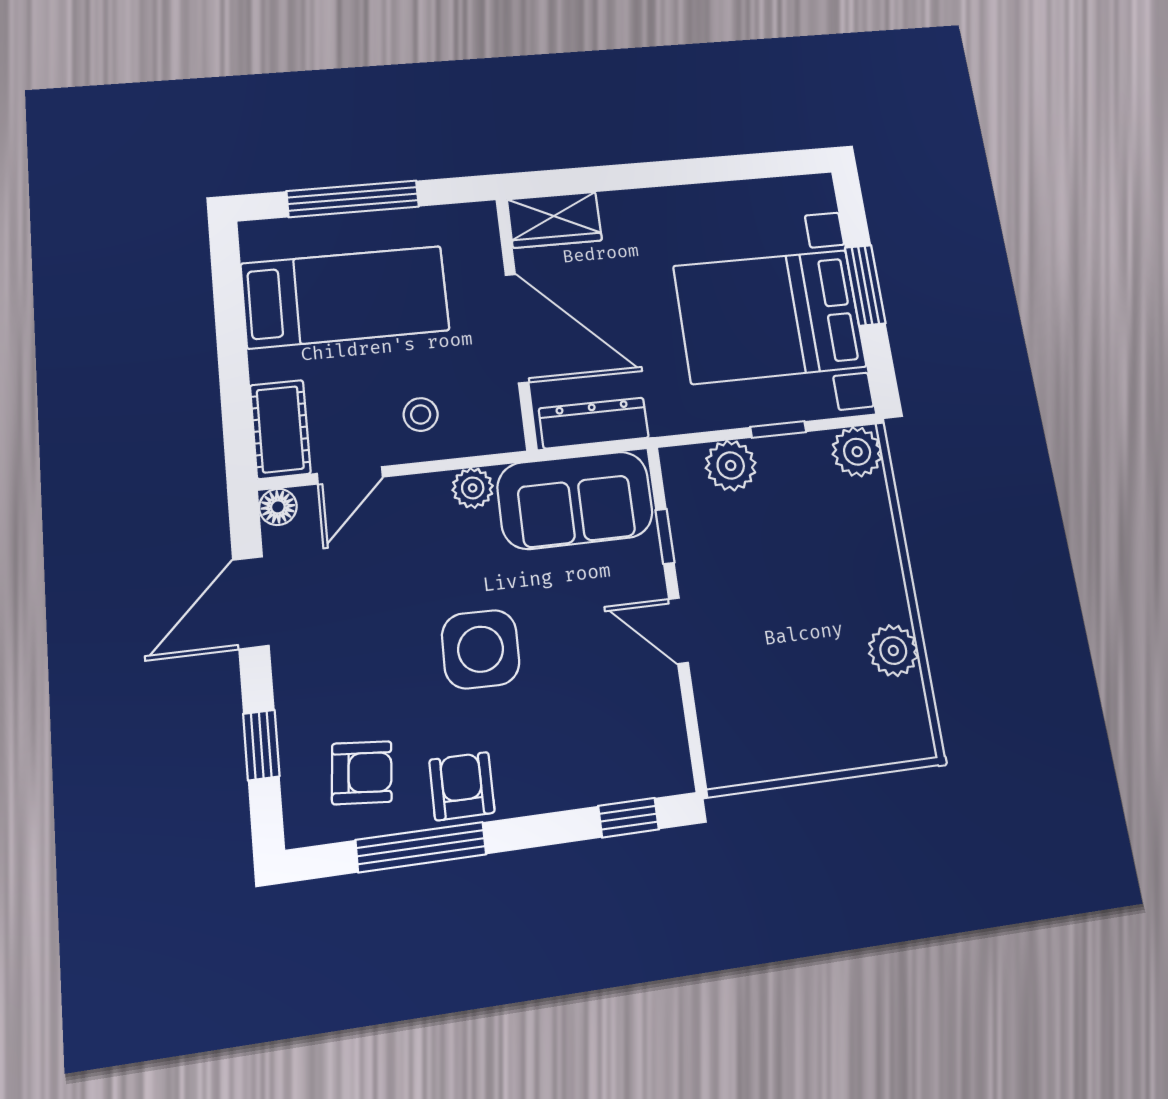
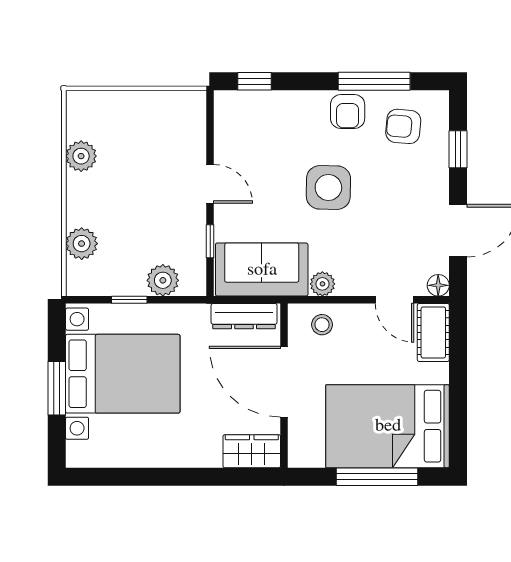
bed: (345, 297) -> (388, 426), width x1.50
stool: (421, 414) -> (322, 325), moved
plant: (857, 452) -> (82, 244), moved
door: (350, 475) -> (395, 300), swing flipped

